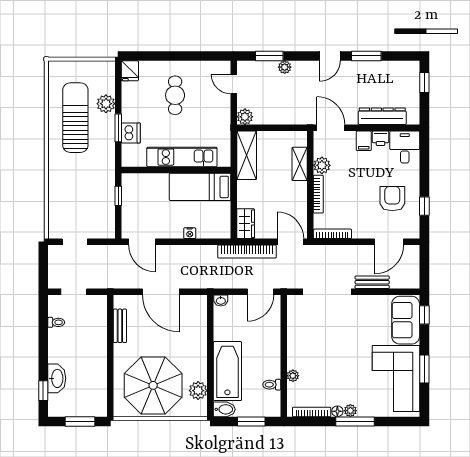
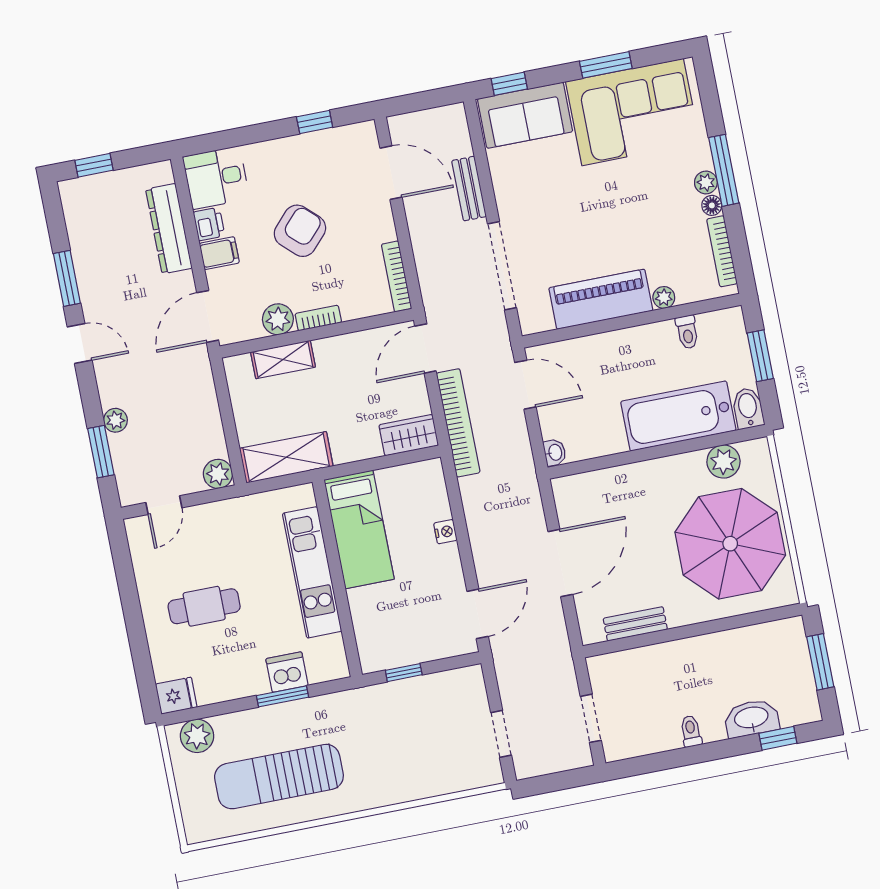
plant: (106, 104) -> (197, 736), moved
bookcase: (318, 194) -> (318, 318), width x0.64
armchair: (392, 199) -> (300, 231), moved, turned 133
toilet: (56, 322) -> (691, 731), moved
piano: (299, 342) -> (601, 299), added

